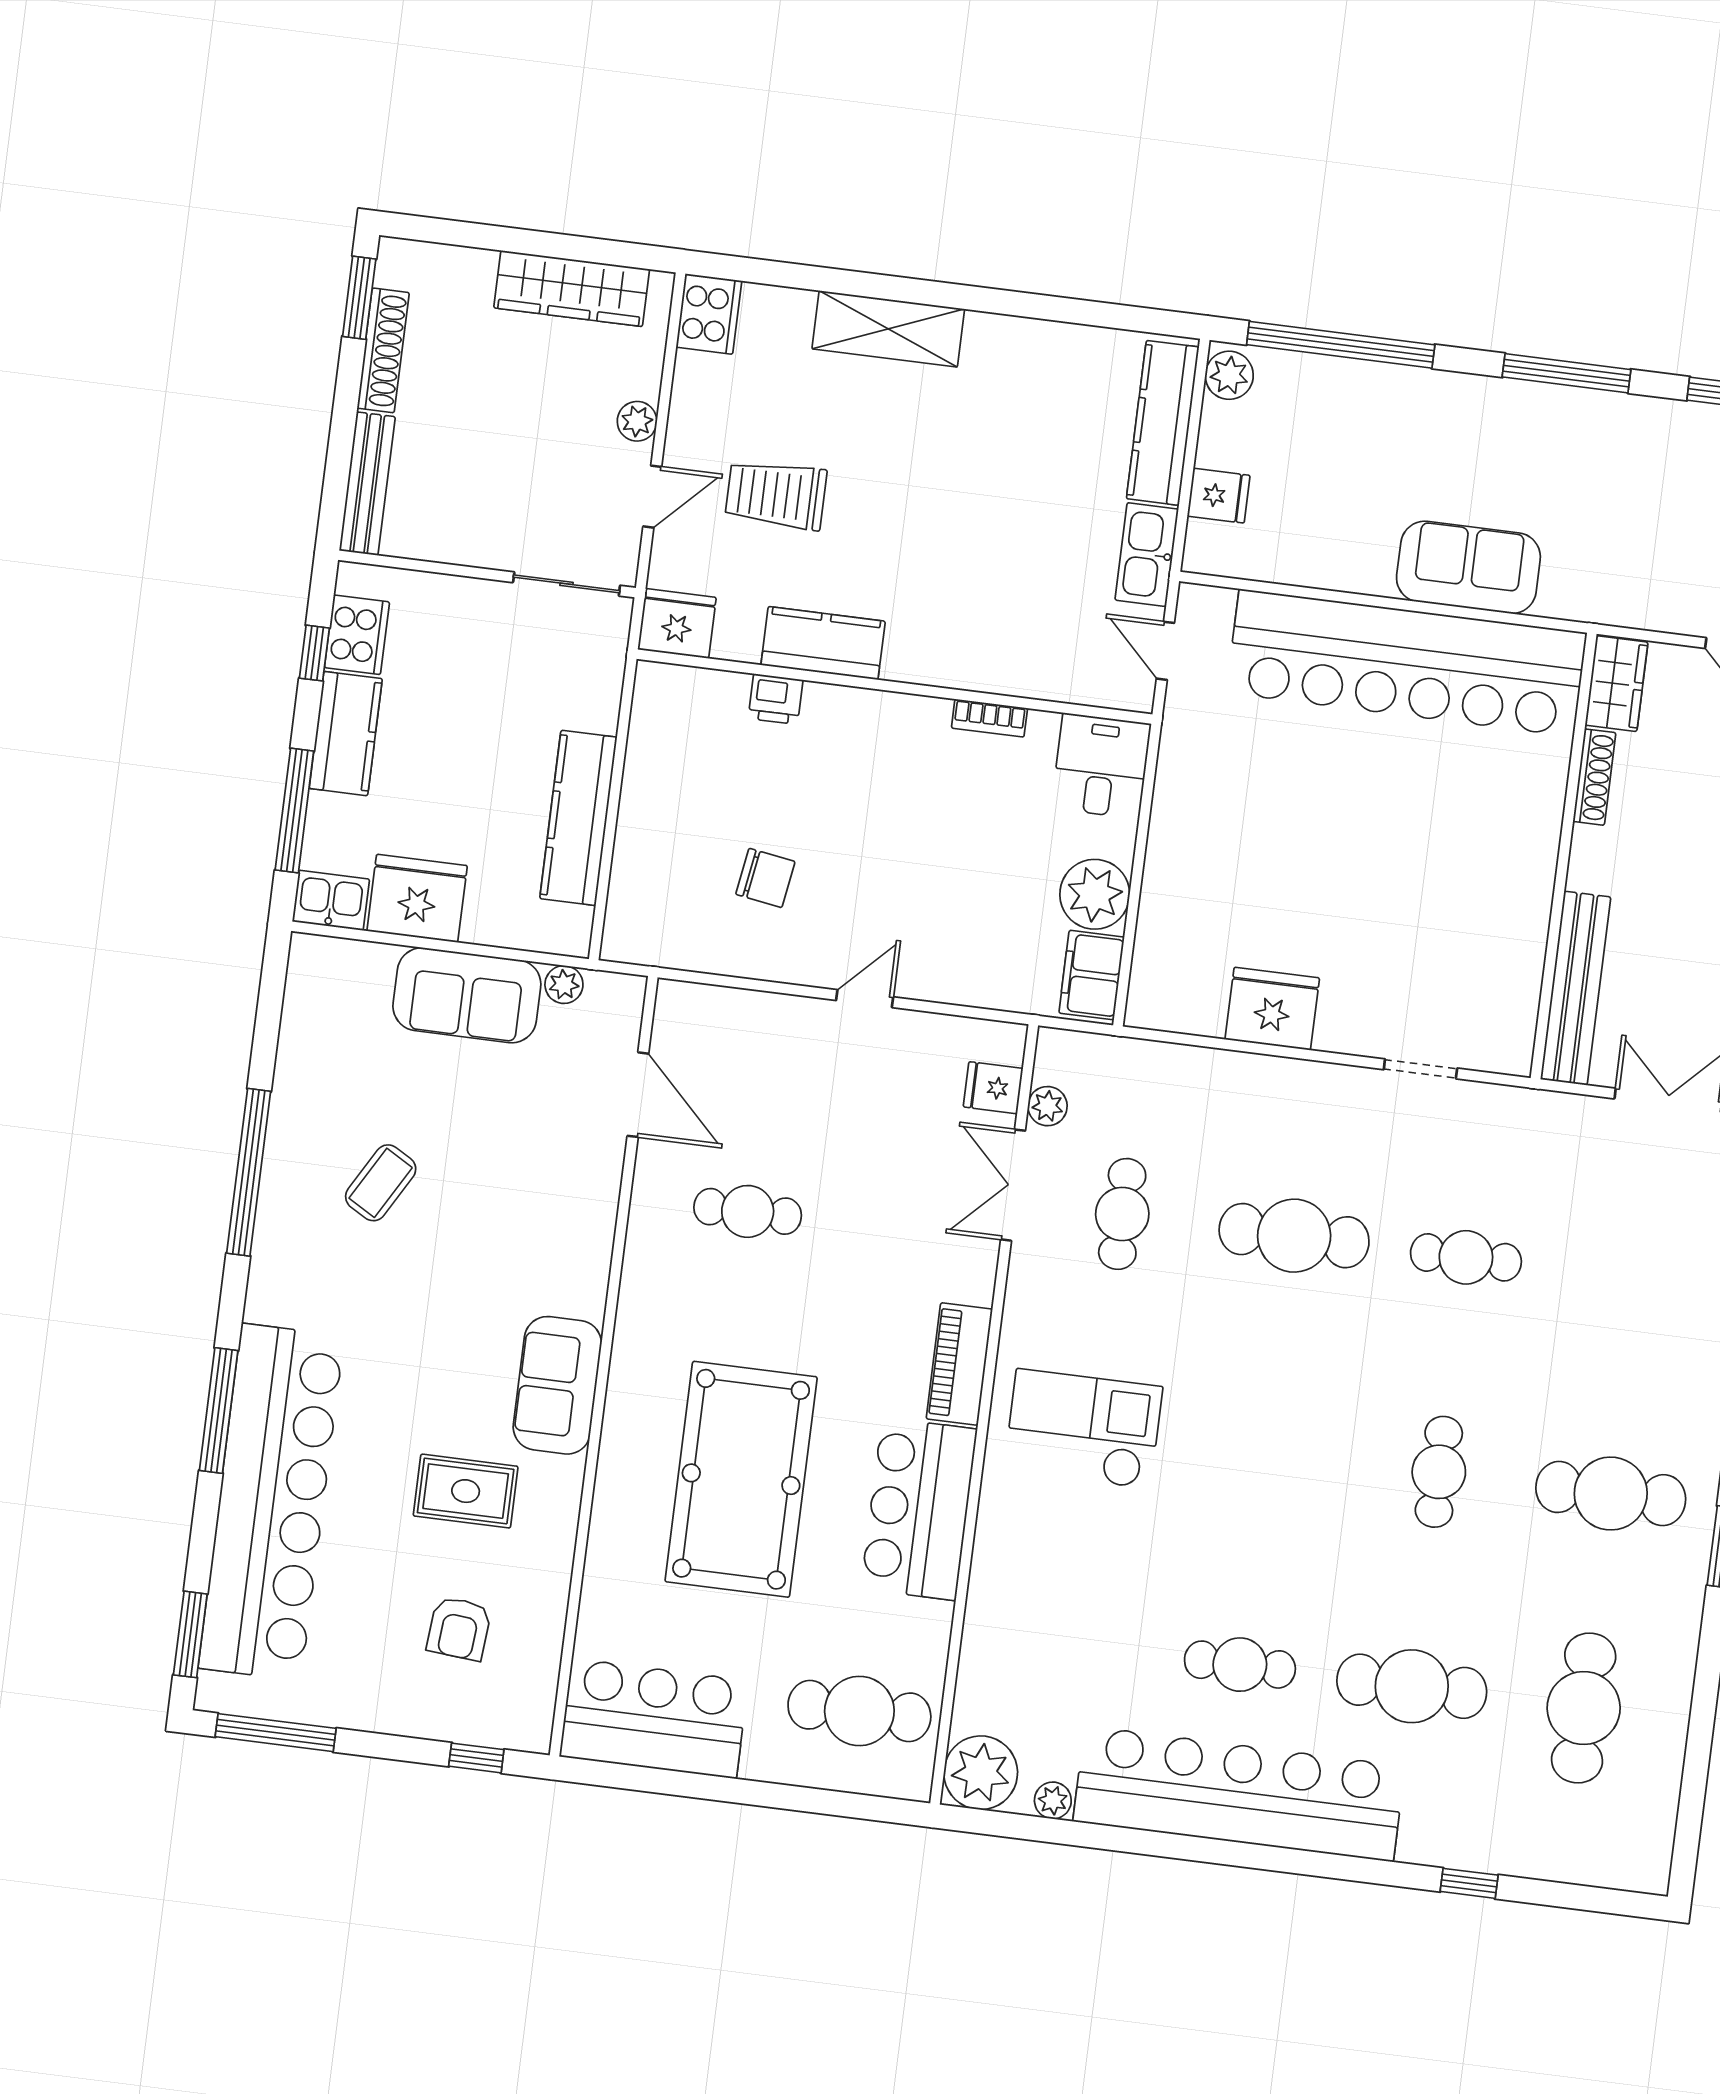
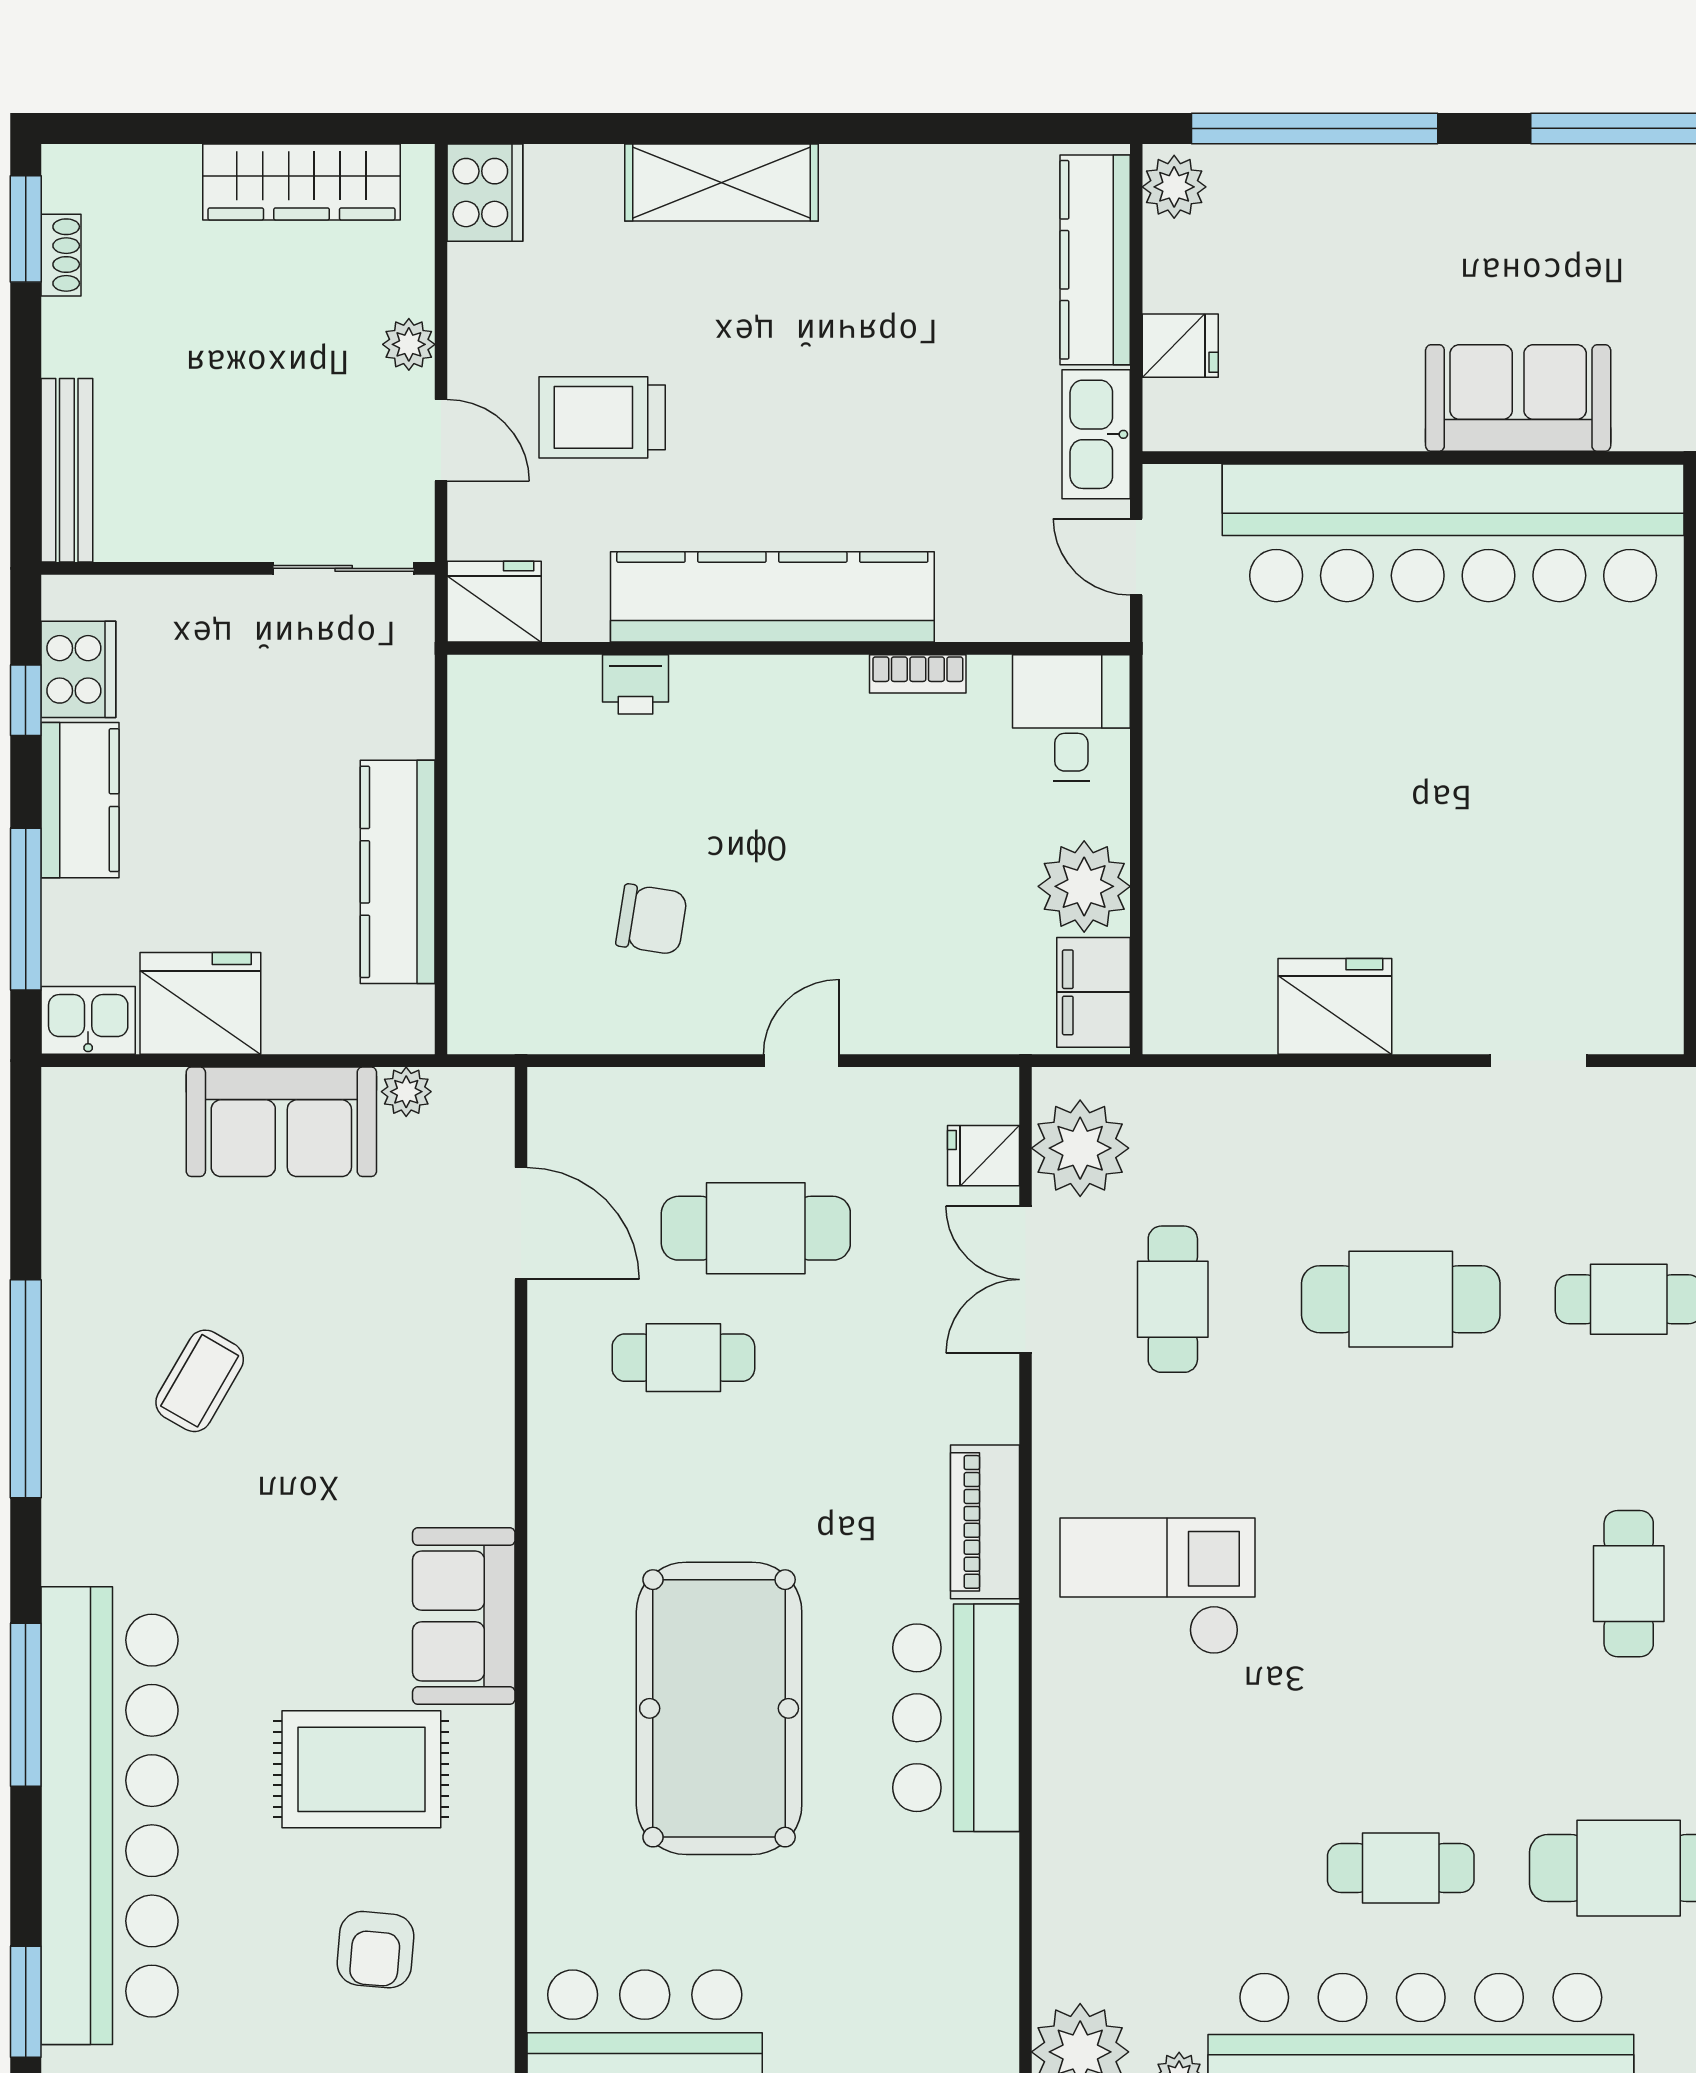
shoe rack: (383, 350) -> (61, 255), width x0.51, depth x0.81
door: (652, 497) -> (441, 440), hinge flipped
kitchen counter: (823, 643) -> (772, 597), width x2.08, depth x1.17
plant: (1048, 1106) -> (1080, 1148), width x1.88, depth x1.88
rug: (466, 1491) -> (361, 1769), width x1.36, depth x1.43
cafe table: (859, 1711) -> (756, 1228), moved

